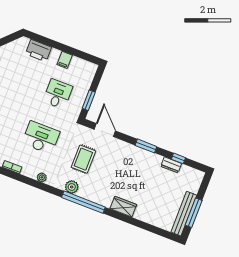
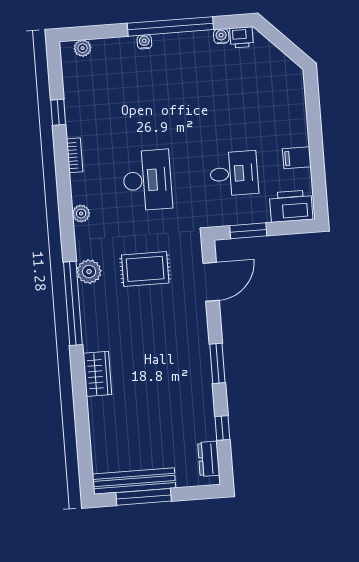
printer: (38, 51) -> (291, 206), moved, turned 90
dresser: (171, 165) -> (209, 459), moved

